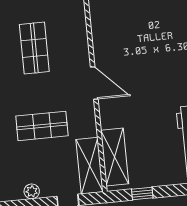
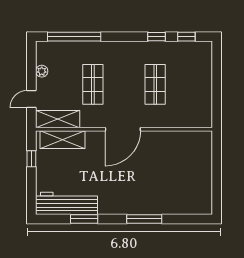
shop shelf: (34, 48) -> (155, 84), turned 90
door: (94, 83) -> (123, 129), width x1.36

